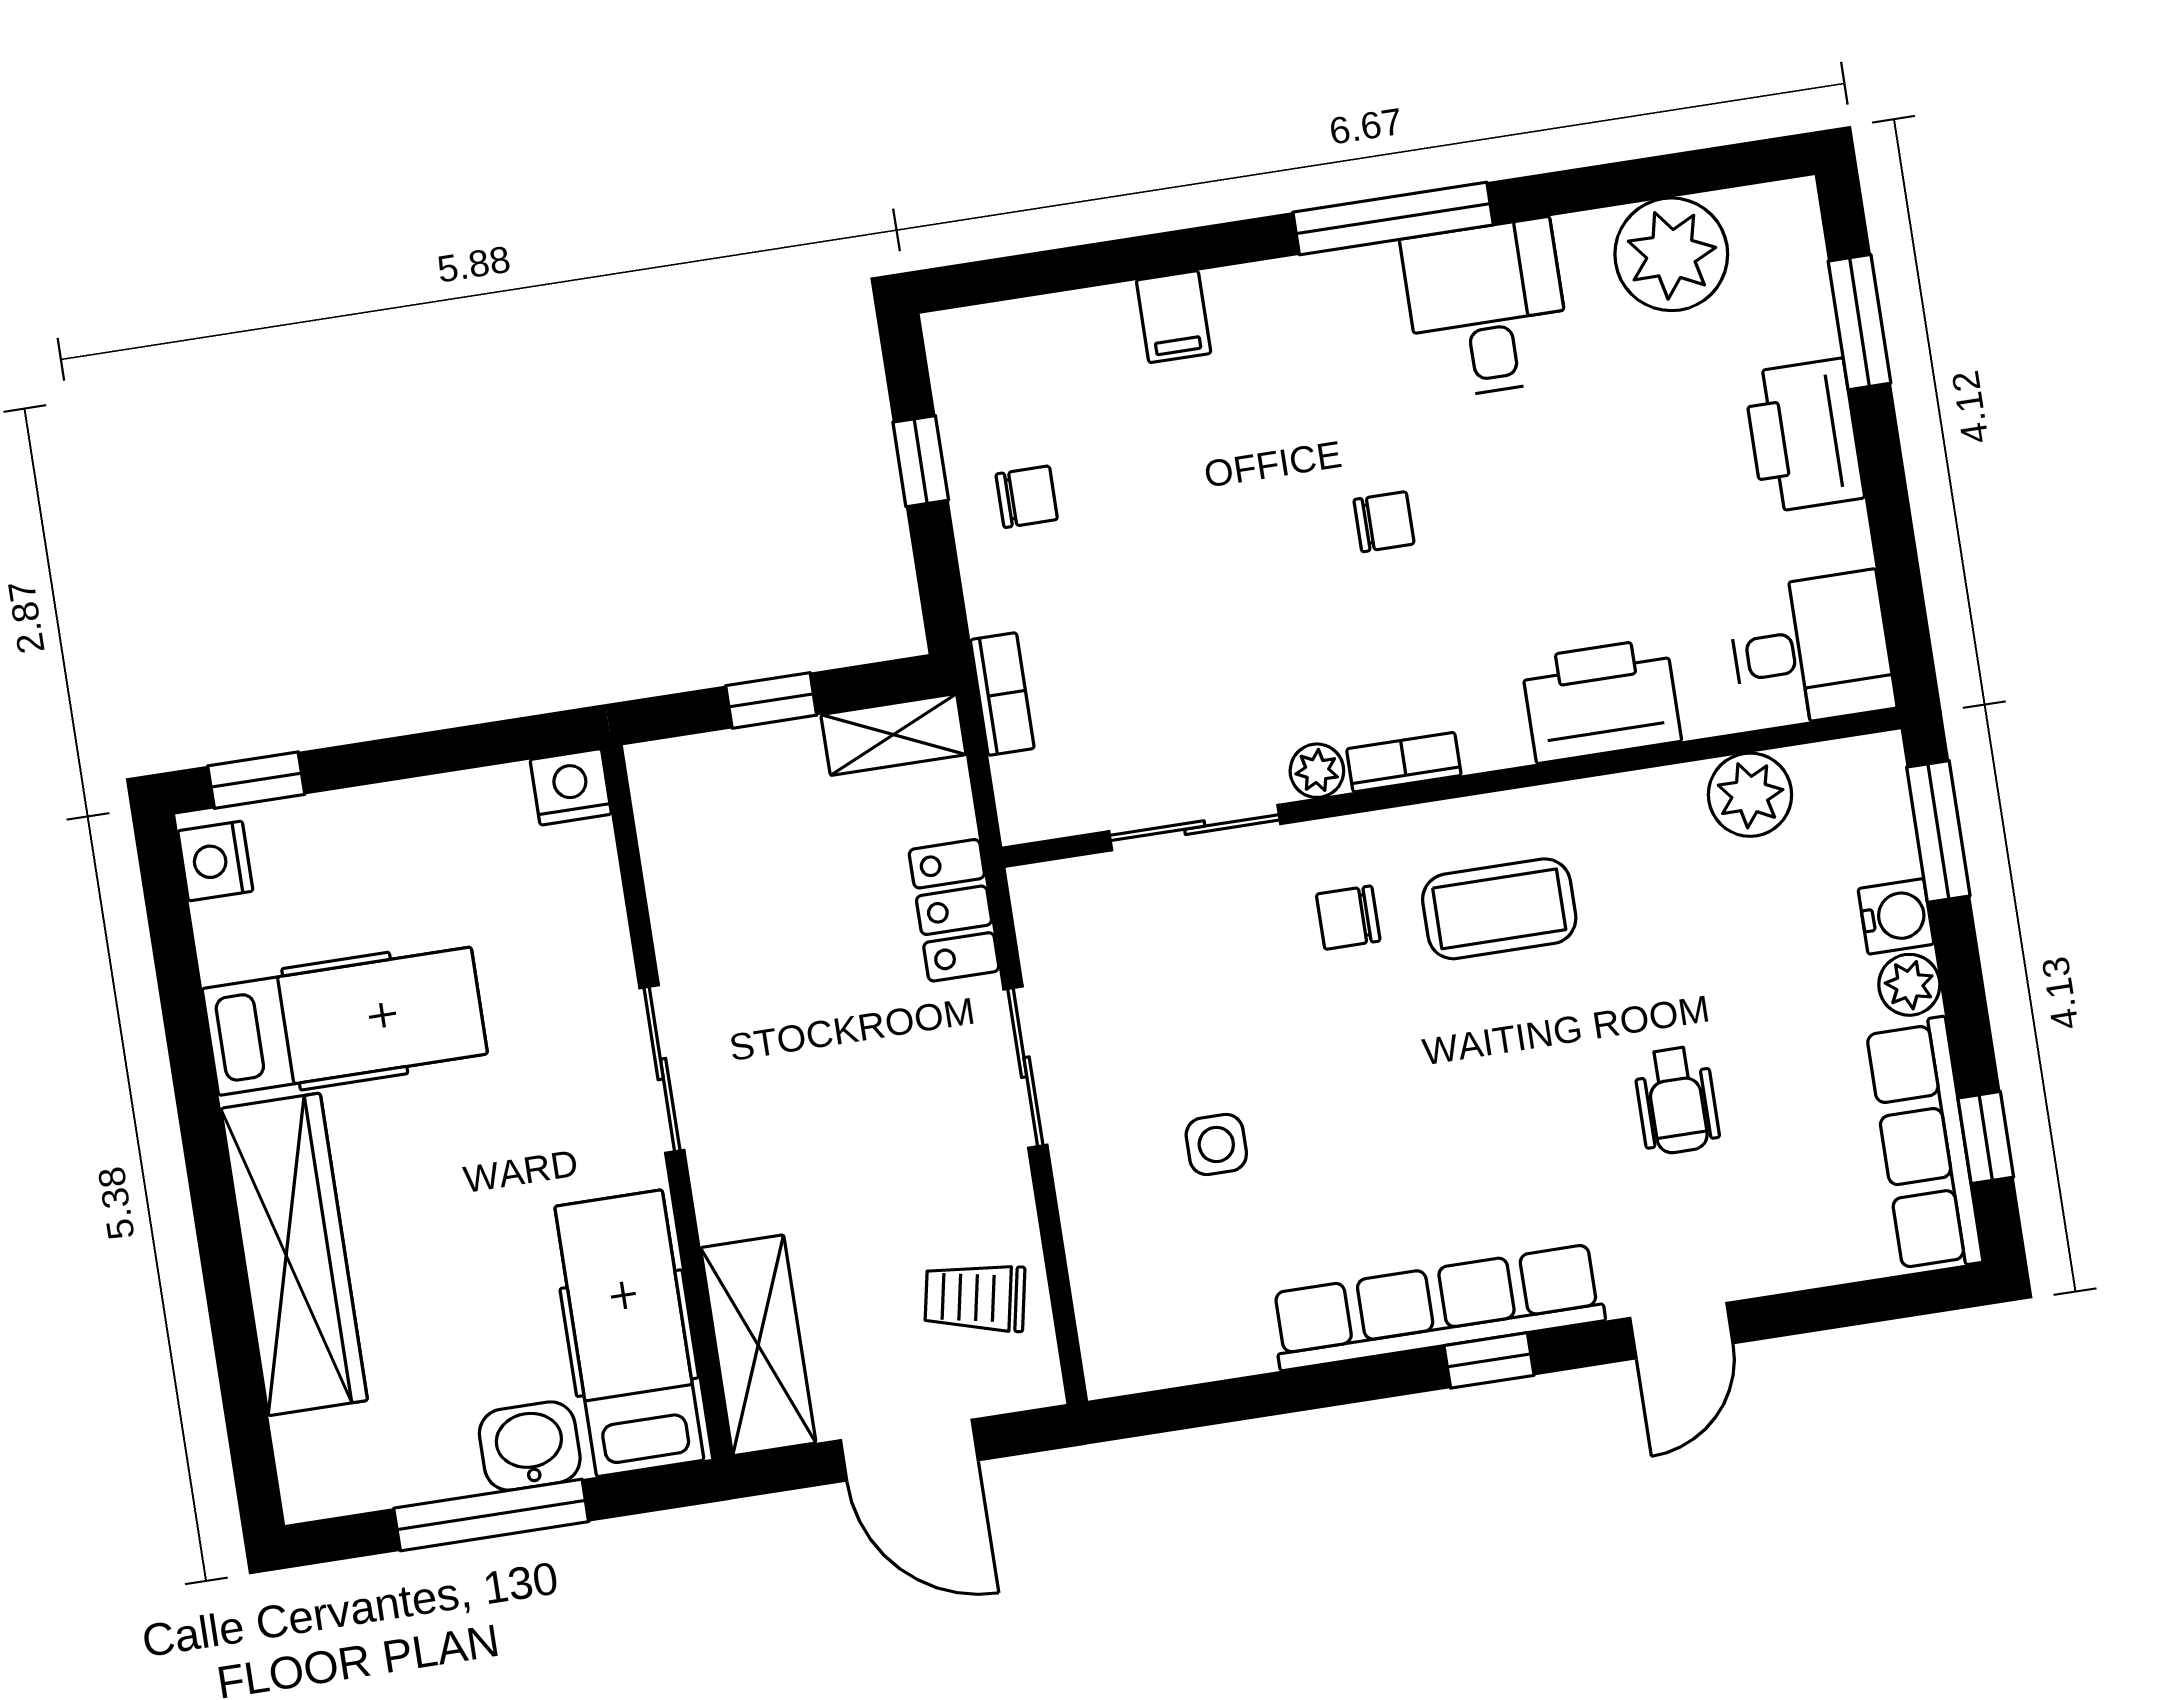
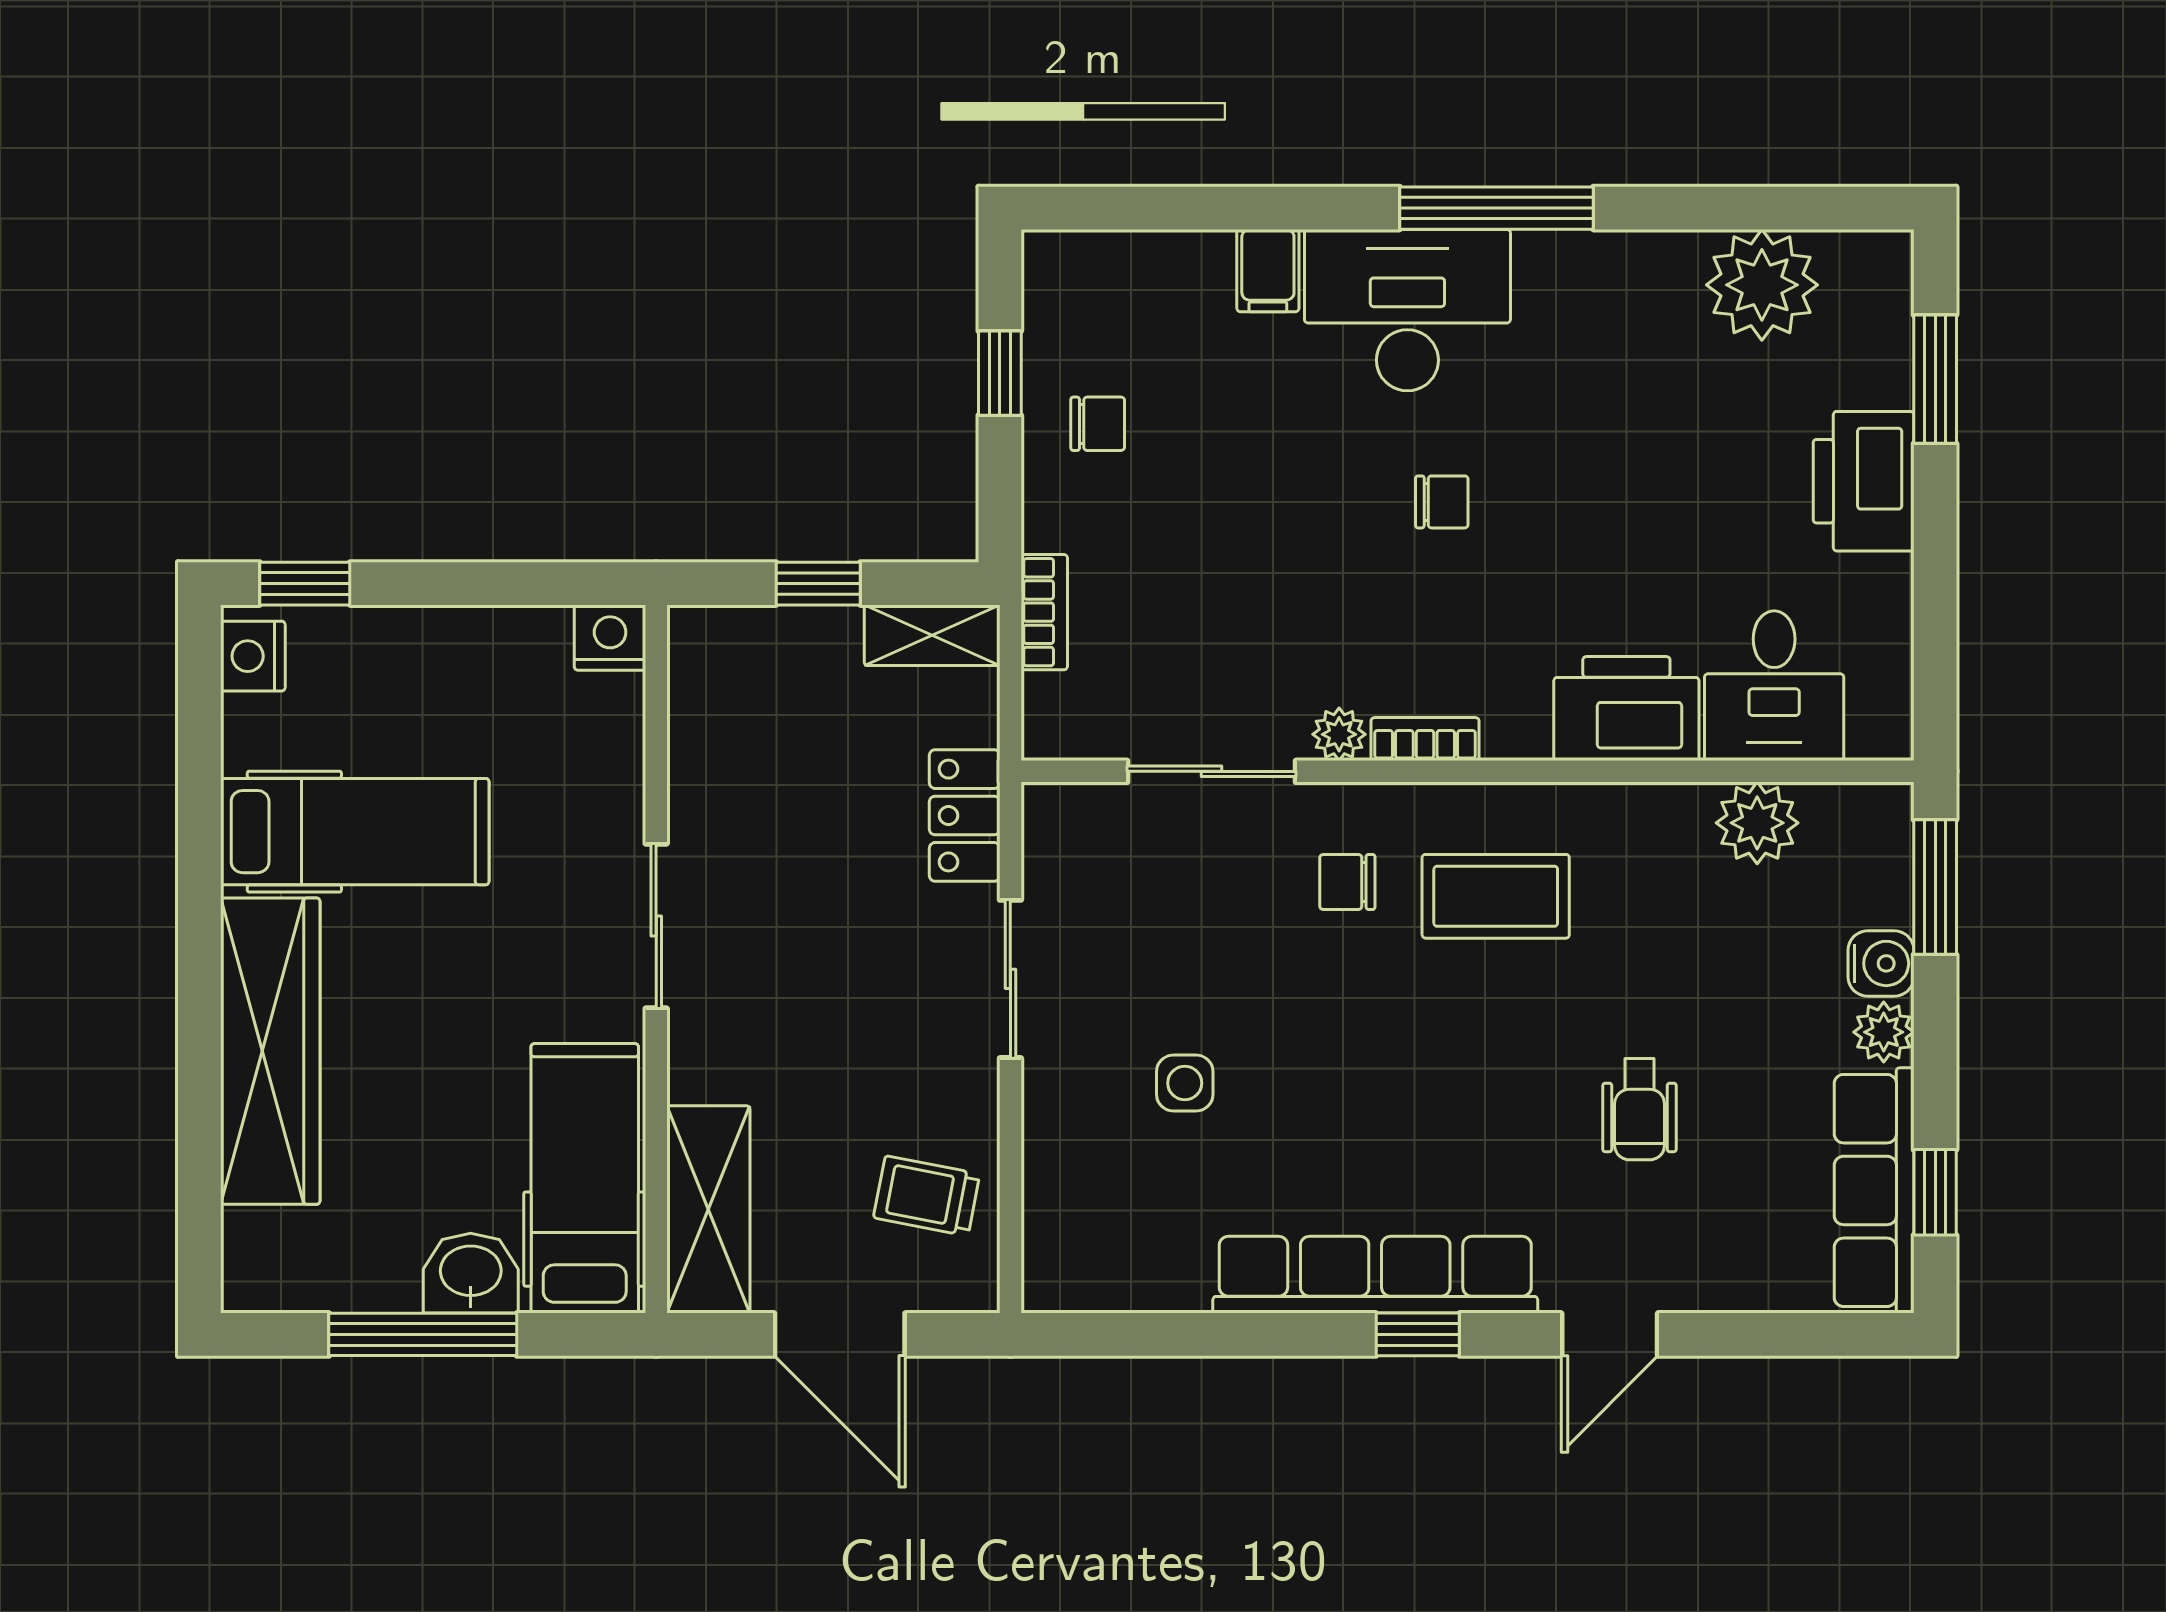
desk: (1487, 309) -> (1407, 310), moved, width x1.37
desk: (1811, 650) -> (1774, 686), moved, turned 90

